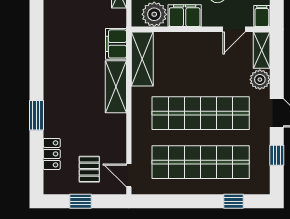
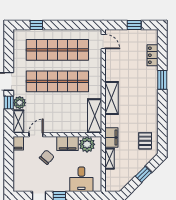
filing cabinet: (116, 44) -> (111, 137), moved
window: (277, 155) -> (9, 102), moved
pallet: (89, 169) -> (145, 141), moved

